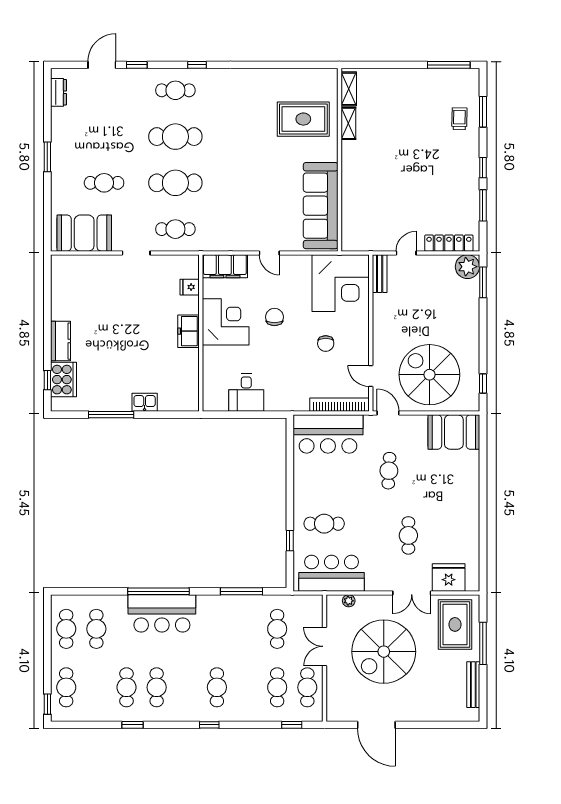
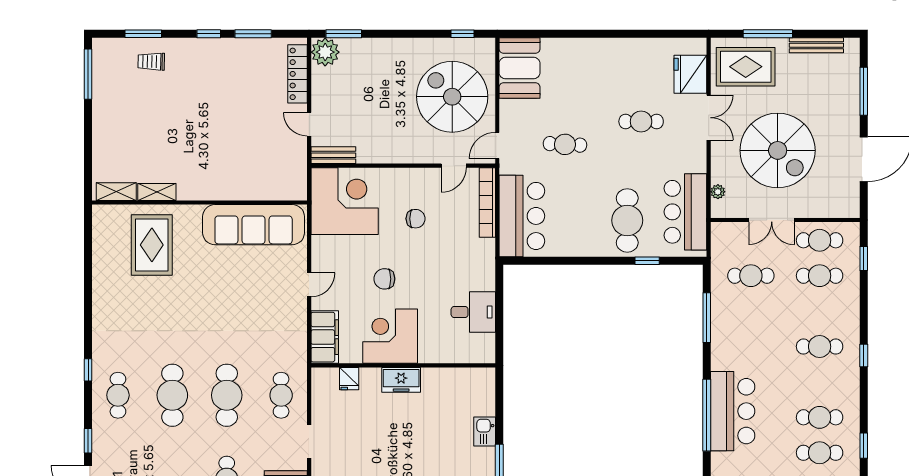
spiral stairs: (429, 375) -> (452, 97), turned 90
cafe table: (324, 524) -> (627, 220), width x1.37, depth x1.35
window: (434, 725) -> (864, 91), added

